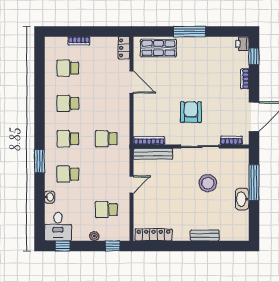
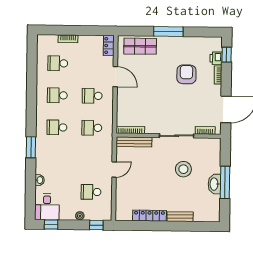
printer: (242, 44) -> (216, 58), moved
armchair: (191, 112) -> (186, 74), moved
school desk: (68, 174) -> (92, 96), moved
window: (254, 183) -> (225, 182), moved
locker: (154, 235) -> (149, 216), moved

